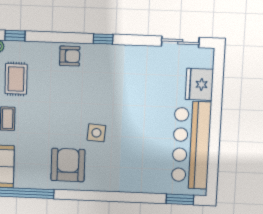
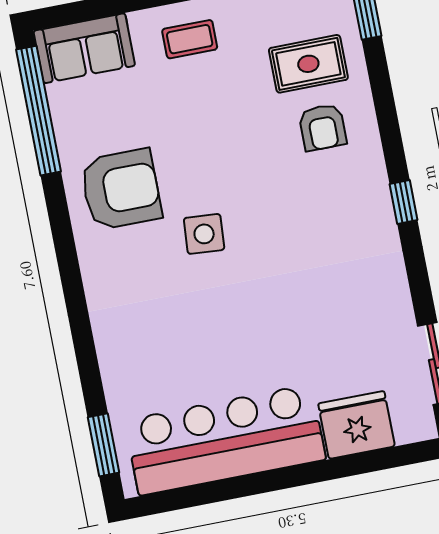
armchair: (70, 56) -> (323, 127), moved
rug: (16, 79) -> (308, 64), moved

